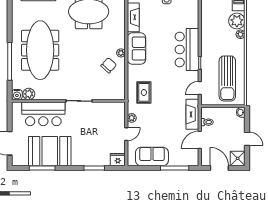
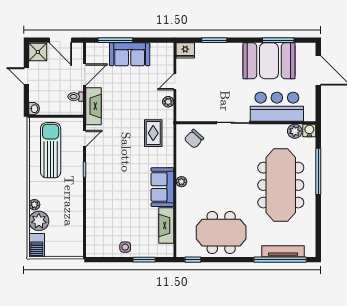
bar counter: (187, 50) -> (100, 186), removed
chair: (109, 65) -> (194, 139), moved
sofa: (152, 157) -> (130, 54), moved

